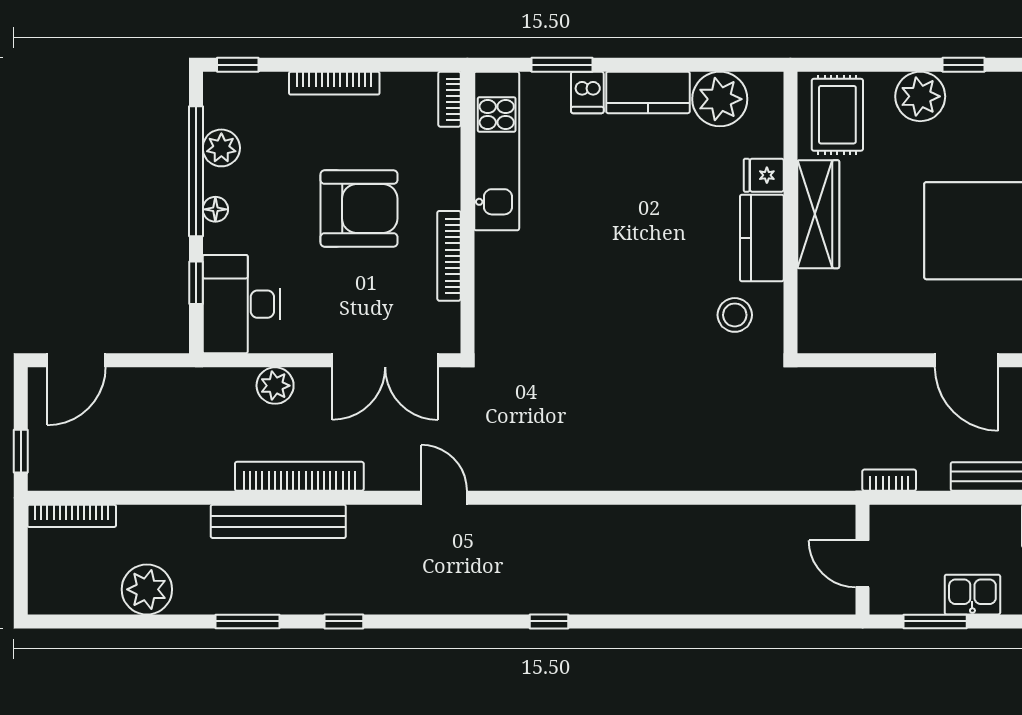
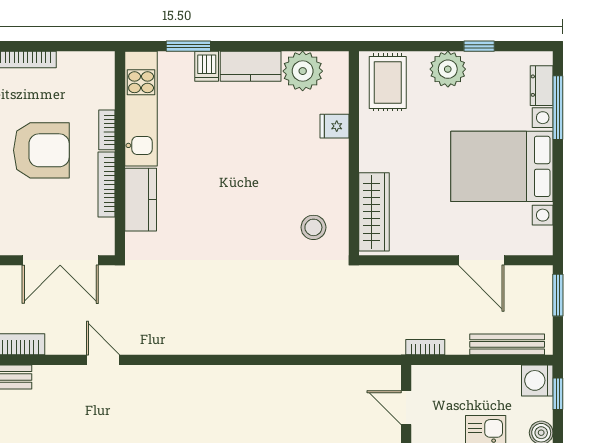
bookcase: (449, 99) -> (107, 130), moved
wardrobe: (818, 214) -> (374, 212), moved
kitchen counter: (762, 238) -> (141, 200), moved, turned 180

